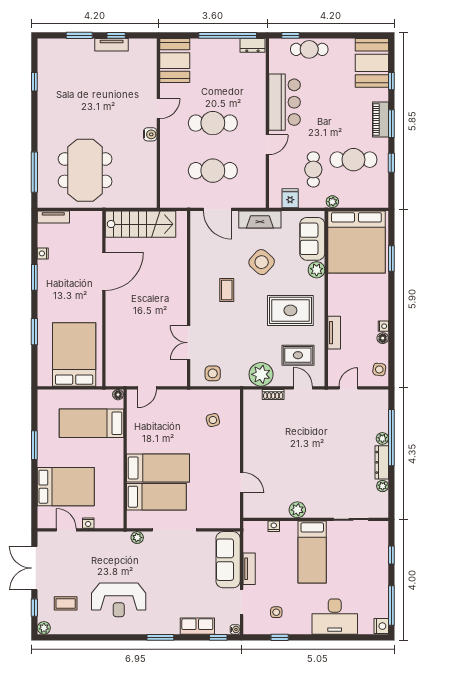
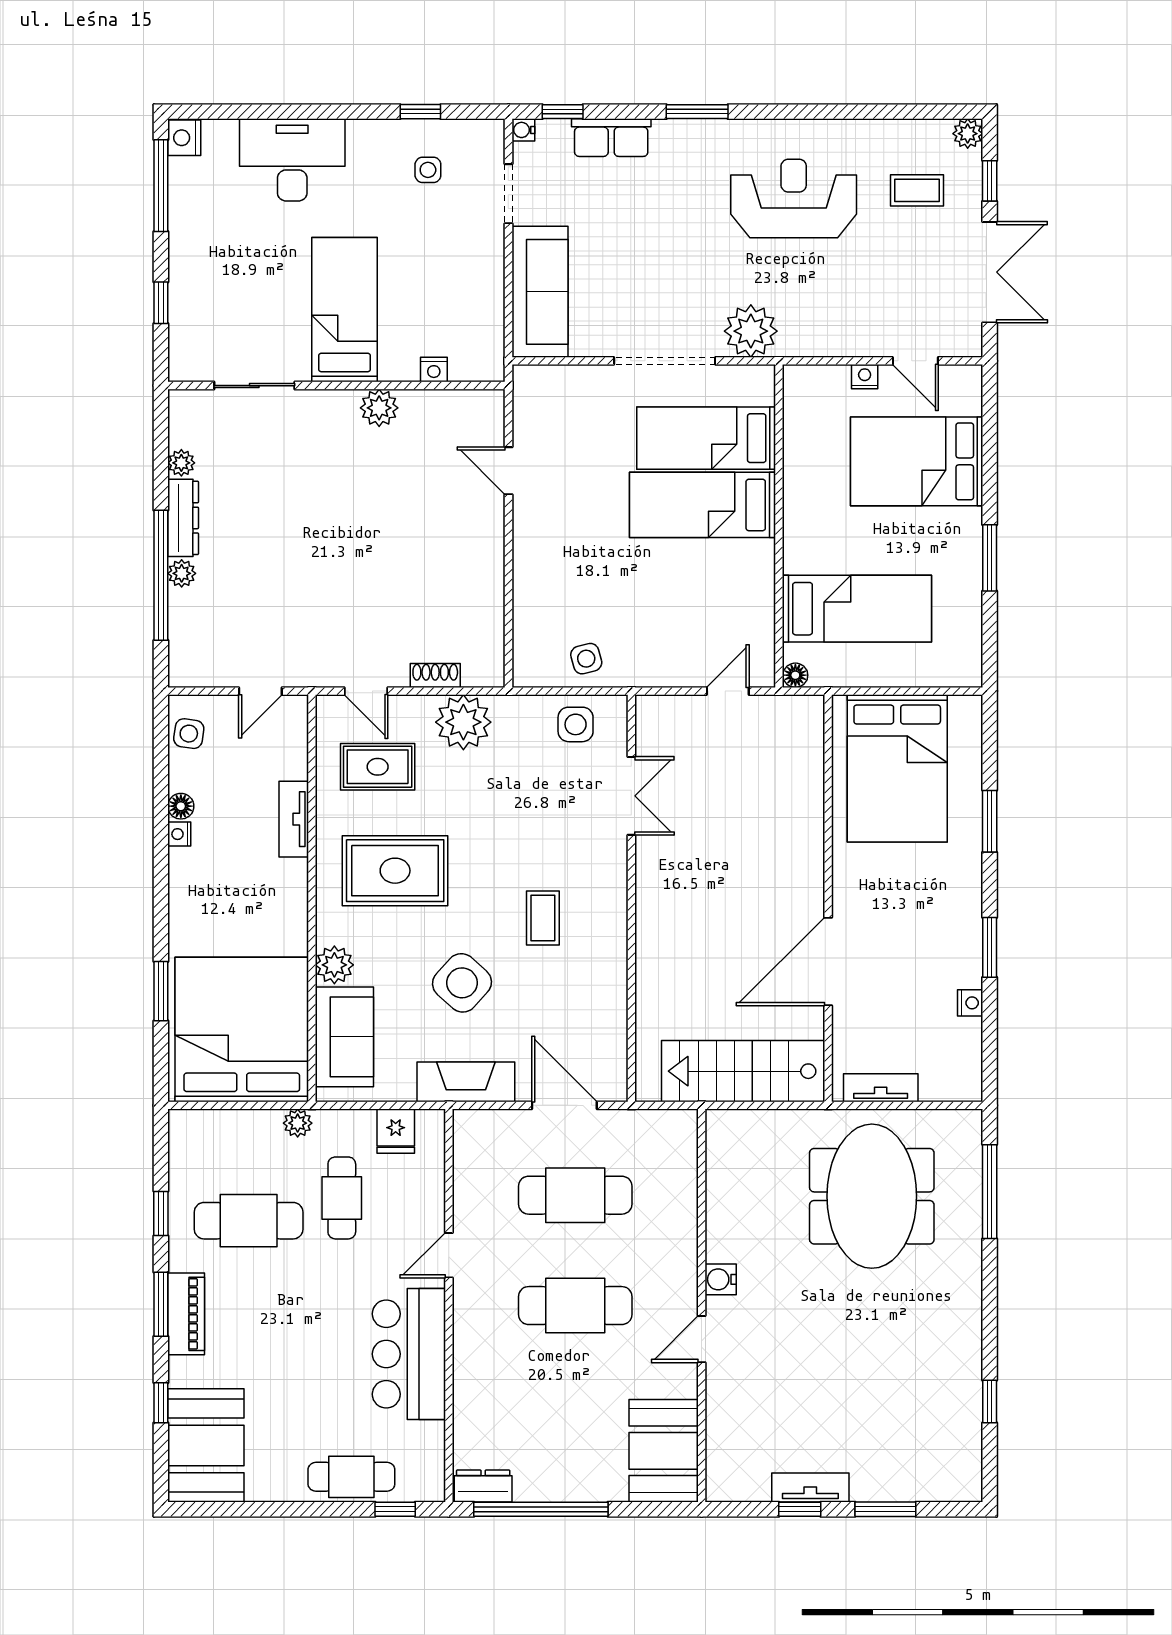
tv unit: (53, 217) -> (881, 1088), moved
side table: (213, 420) -> (586, 659), moved
plant: (137, 538) -> (751, 331), width x1.87, depth x1.87
tv unit: (249, 569) -> (491, 271), removed

